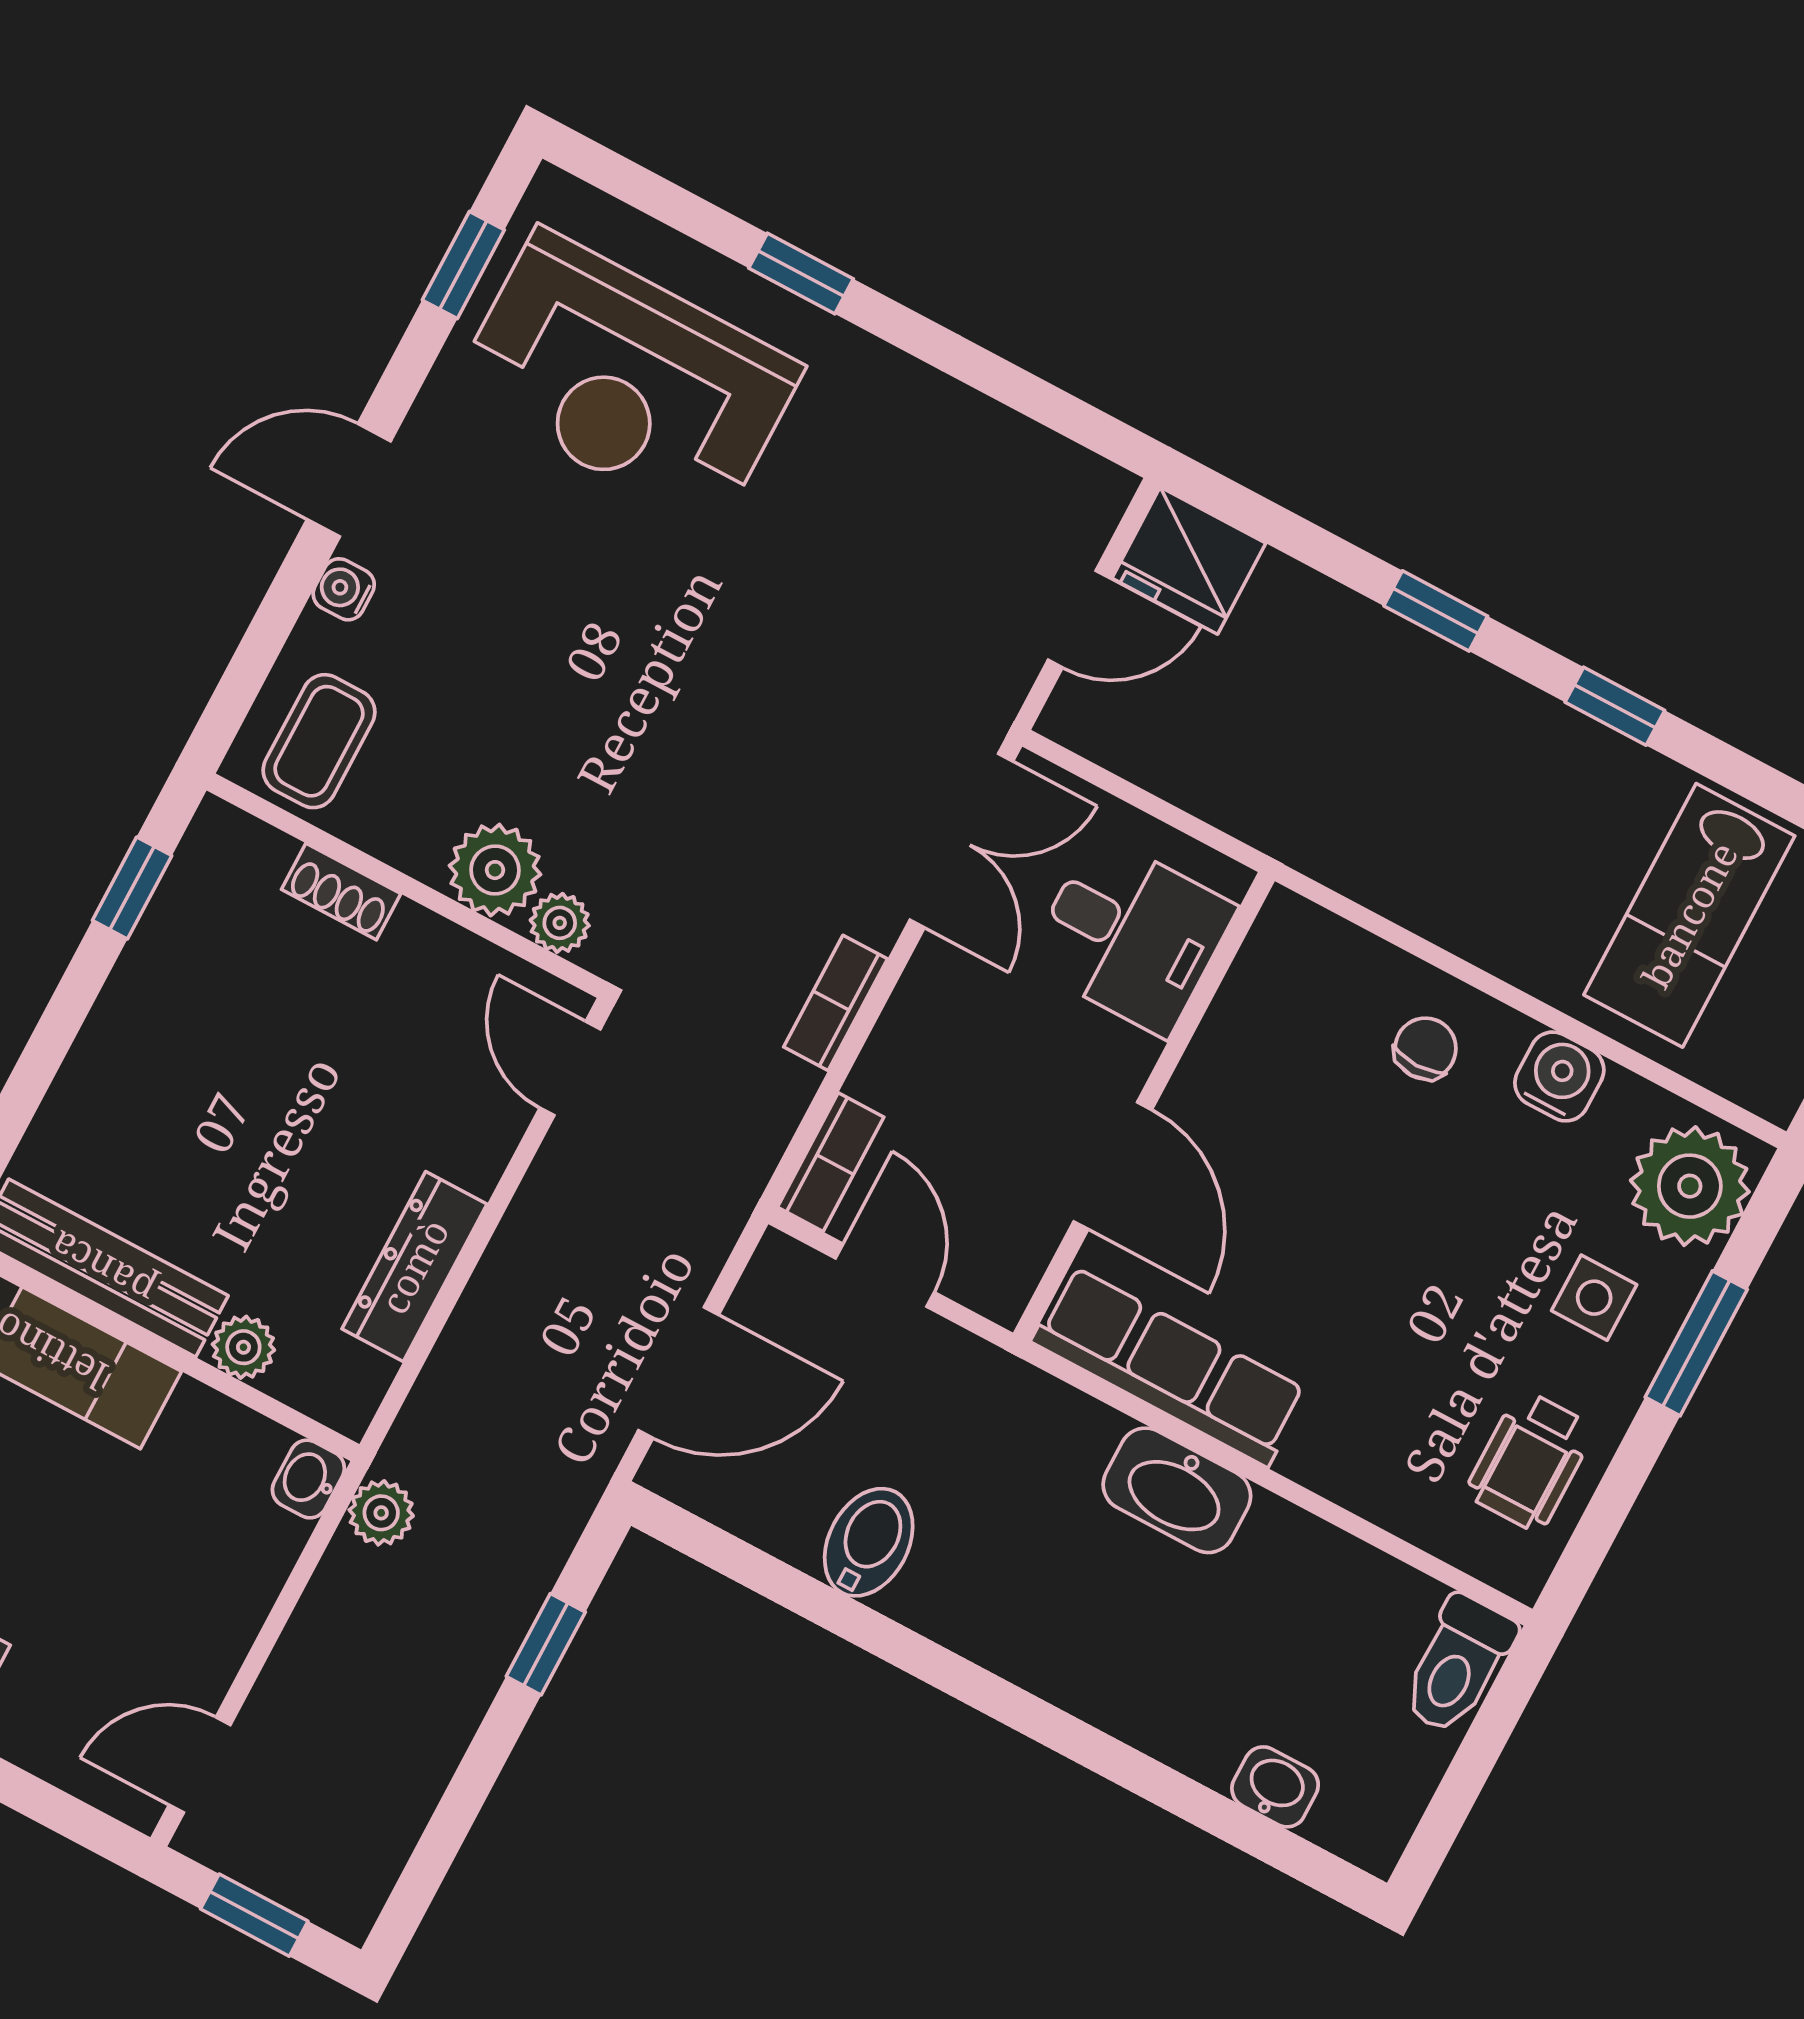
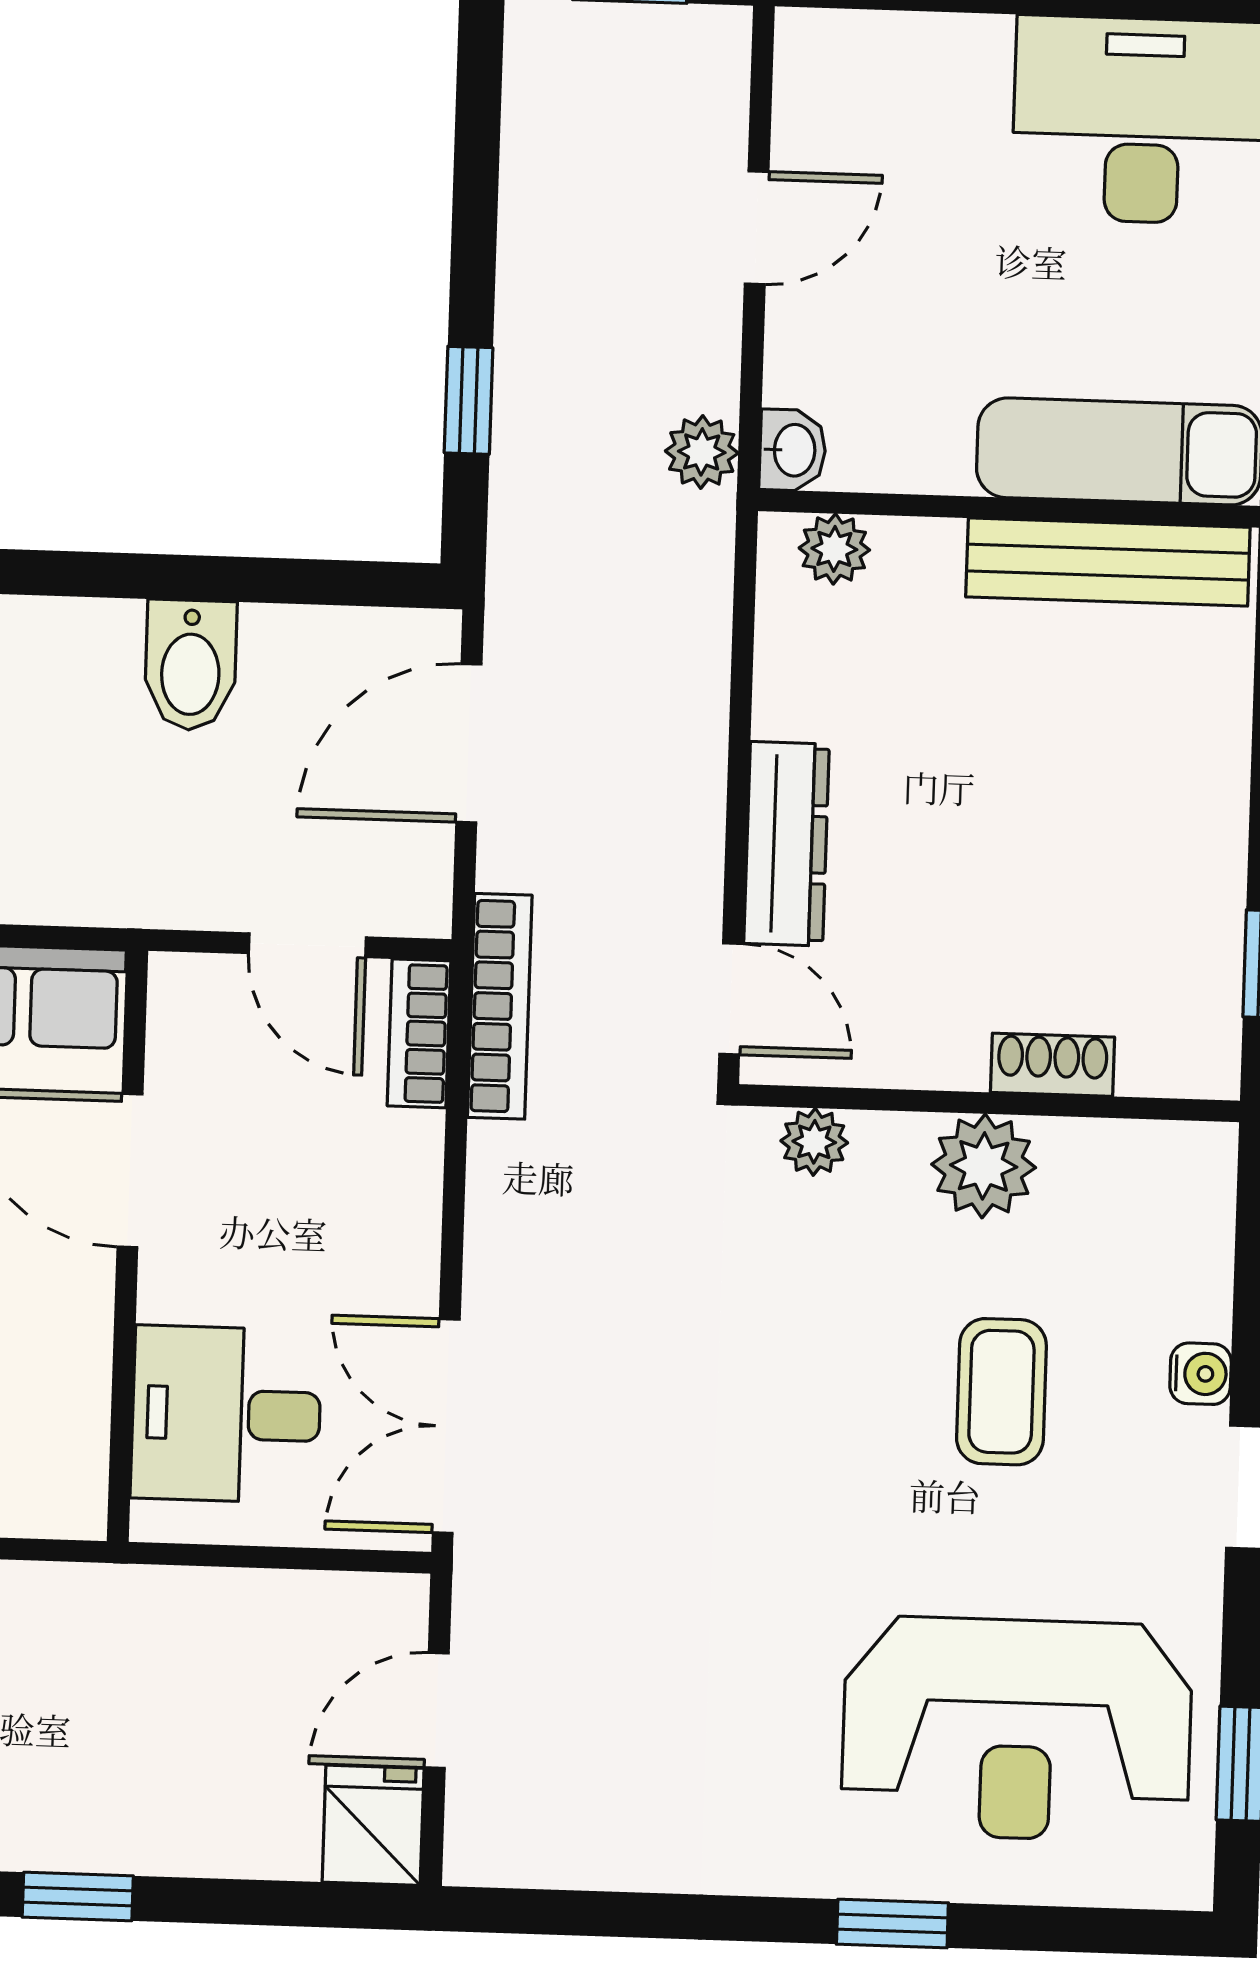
reception desk: (627, 379) -> (1017, 1729), turned 180
fridge: (1189, 561) -> (373, 1825), width x0.72
coffee table: (319, 741) -> (1001, 1392), moved
plant: (495, 870) -> (984, 1166), moved
bookcase: (836, 1003) -> (500, 1006), moved, width x1.56
dresser: (414, 1266) -> (787, 844), moved
plant: (243, 1347) -> (834, 549), moved
door: (200, 1765) -> (757, 228), moved

